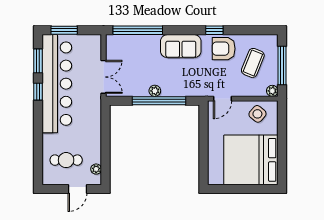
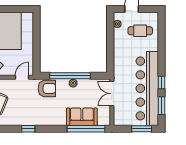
sofa: (181, 46) -> (82, 117), moved
armchair: (224, 49) -> (47, 88), moved

